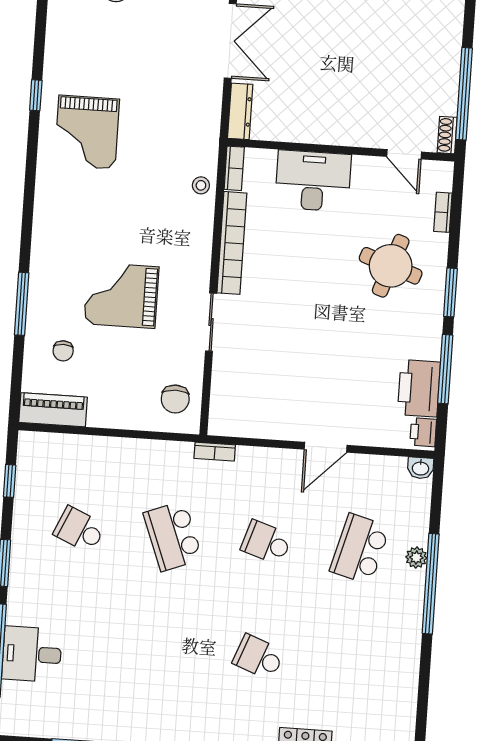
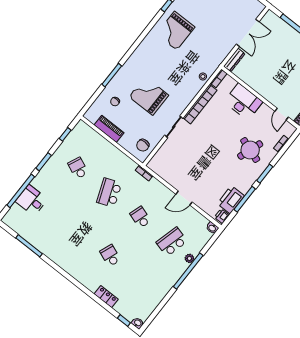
piano: (53, 410) -> (109, 129), moved

